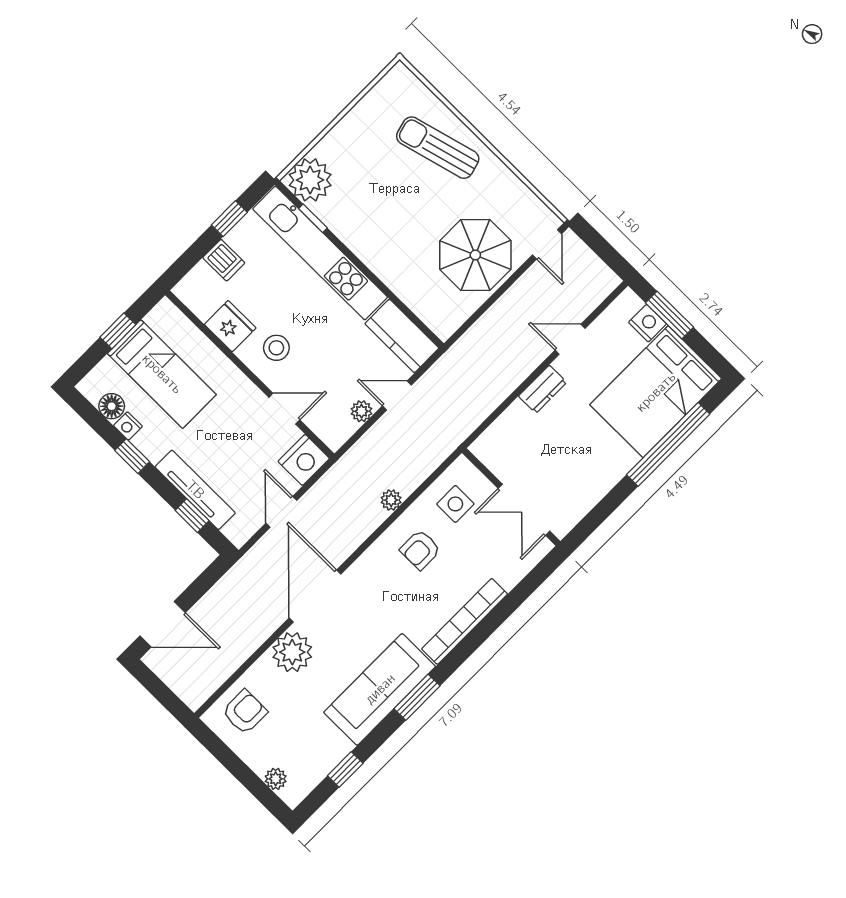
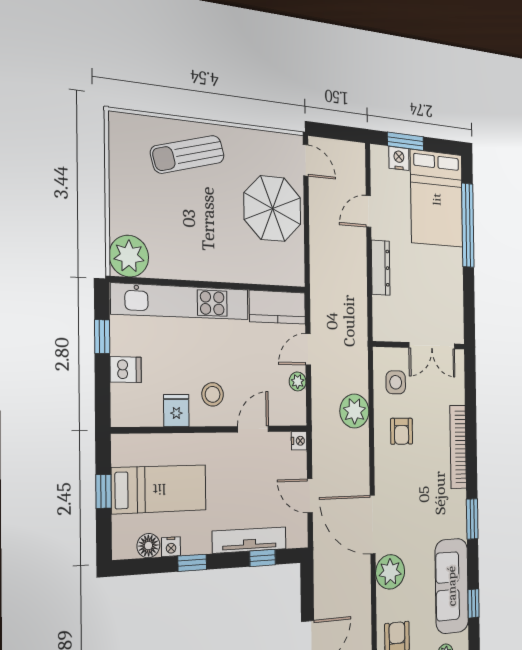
window: (313, 218) -> (155, 282), removed
fridge: (230, 326) -> (176, 410), width x0.72
dresser: (543, 389) -> (381, 268), width x1.44
nightstand: (304, 460) -> (299, 441), width x0.53, depth x0.56
plant: (391, 500) -> (354, 411), width x1.88, depth x1.88
sofa: (380, 689) -> (452, 586), moved

